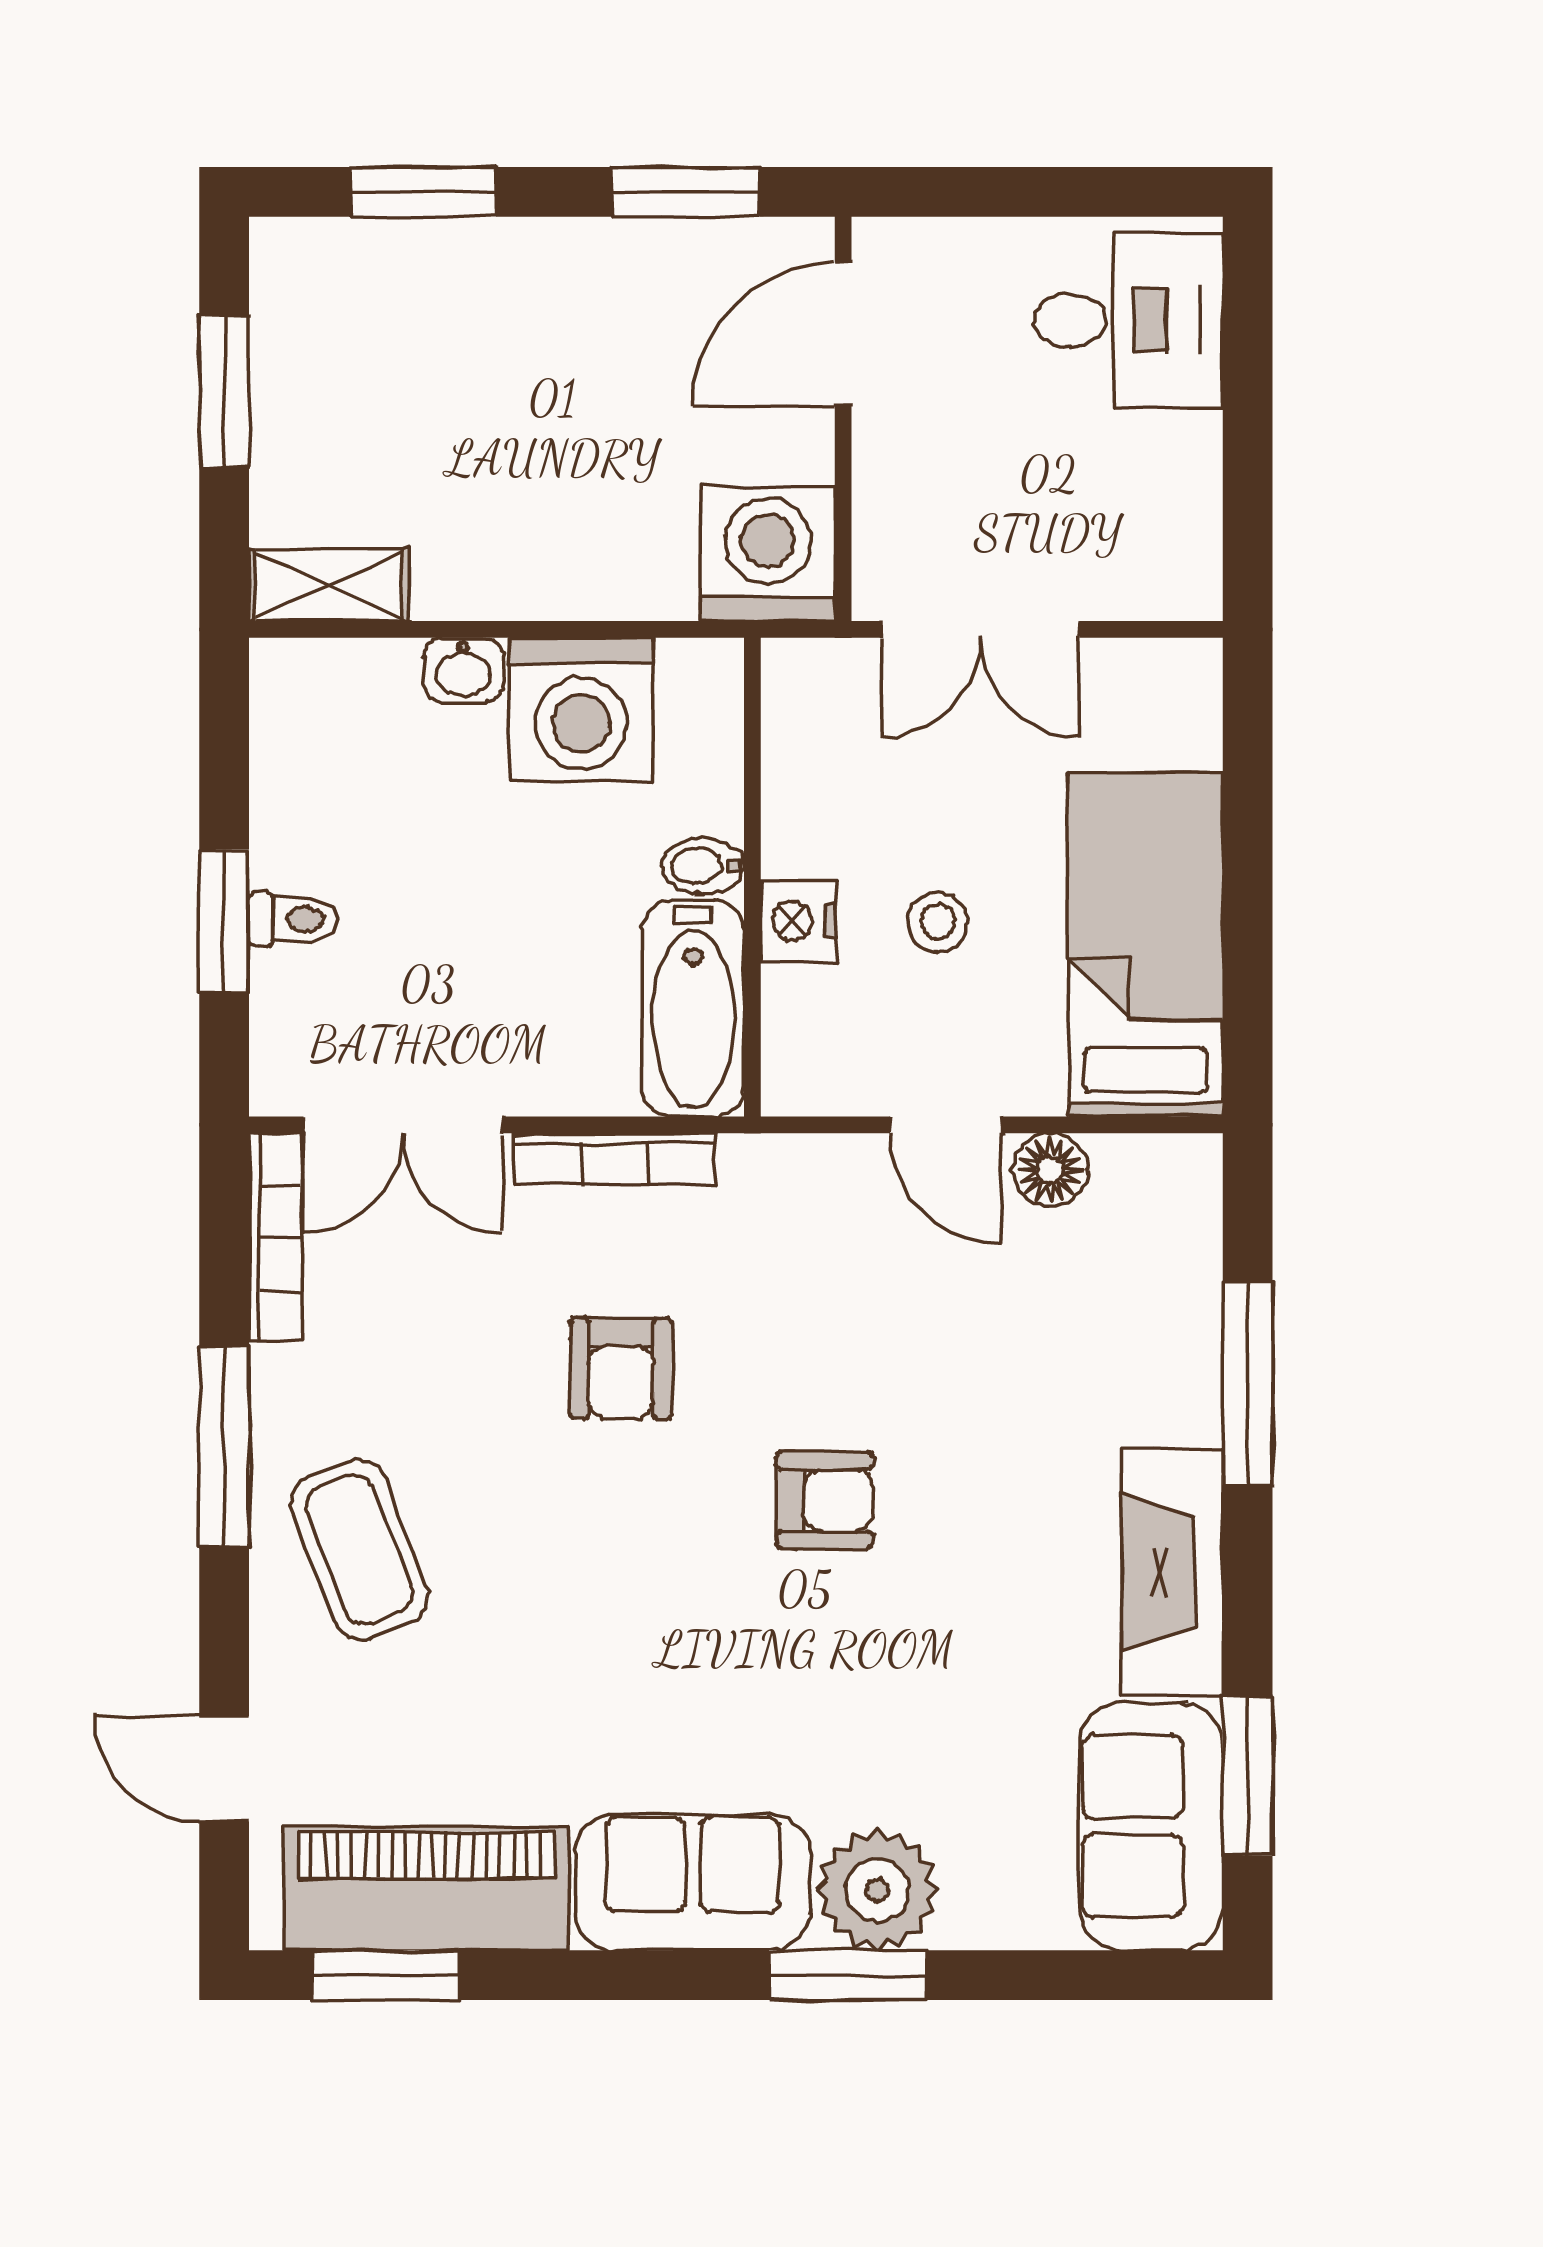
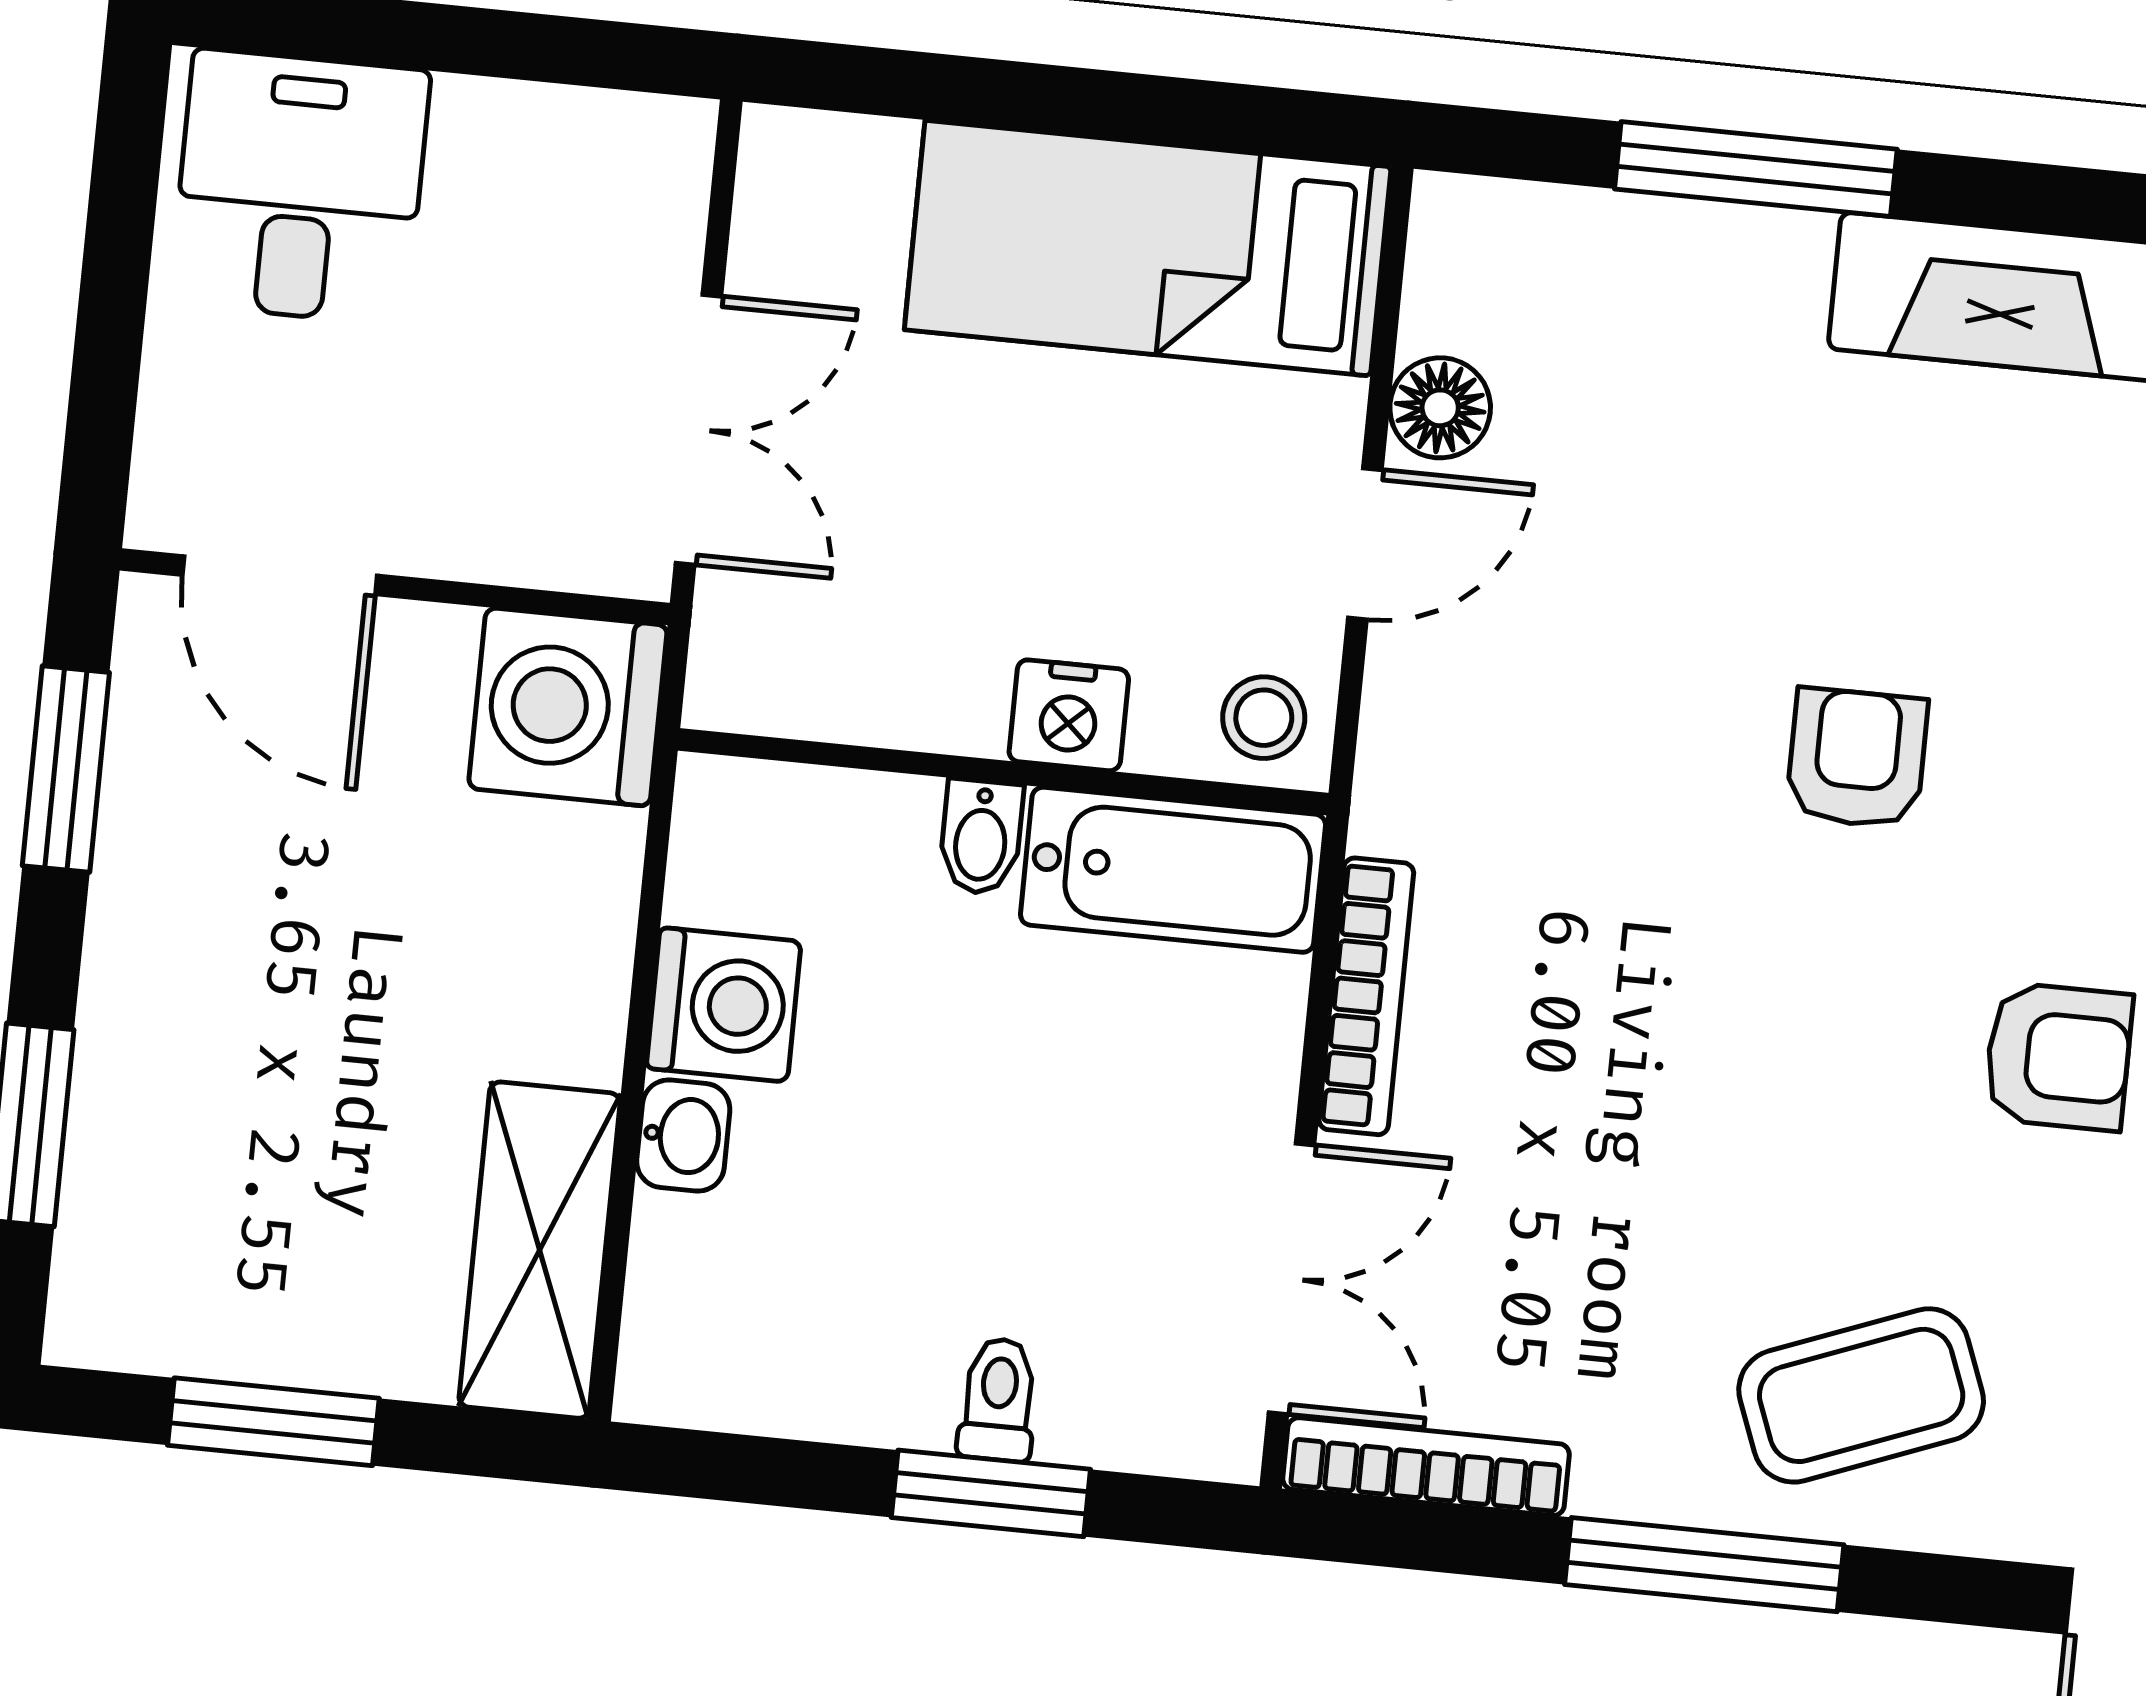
shelving: (329, 585) -> (540, 1250), width x1.50, depth x1.33
washing machine: (581, 709) -> (724, 1005), width x0.73, depth x0.73
stool: (938, 922) -> (1264, 718), moved
armchair: (621, 1368) -> (2058, 1056), moved

